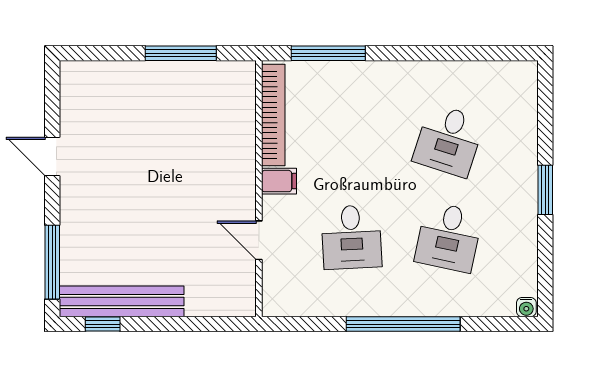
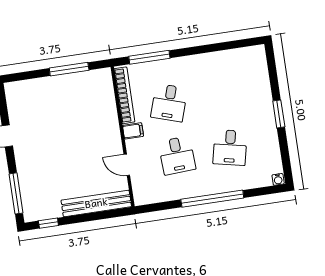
desk: (449, 140) -> (169, 103), moved
bench: (122, 301) -> (96, 203), moved

